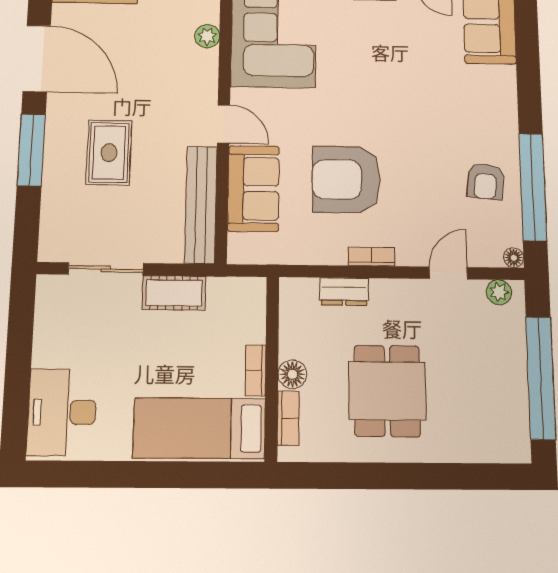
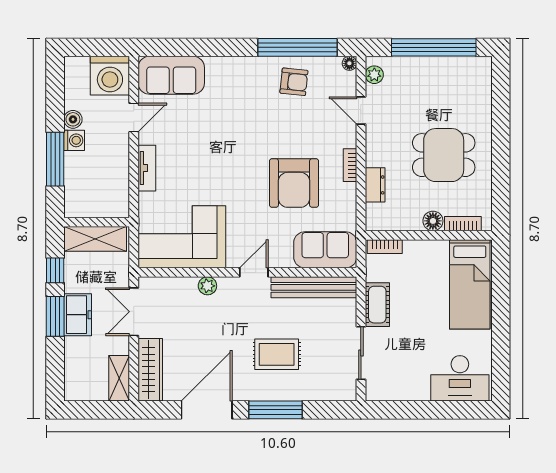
plant: (207, 36) -> (207, 286), moved
sofa: (254, 189) -> (325, 250), moved
bookcase: (256, 370) -> (385, 247), moved

